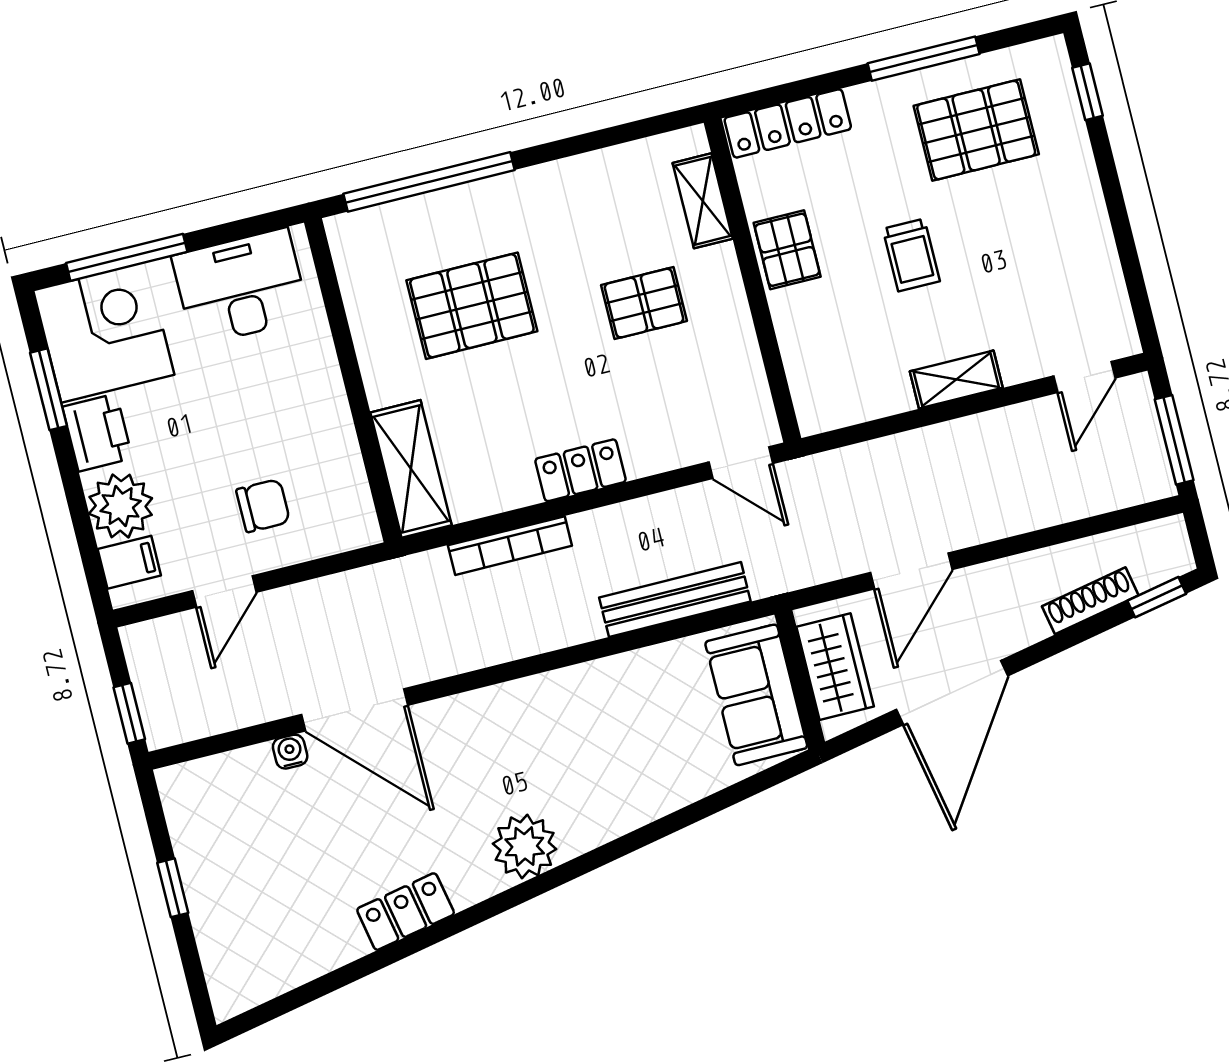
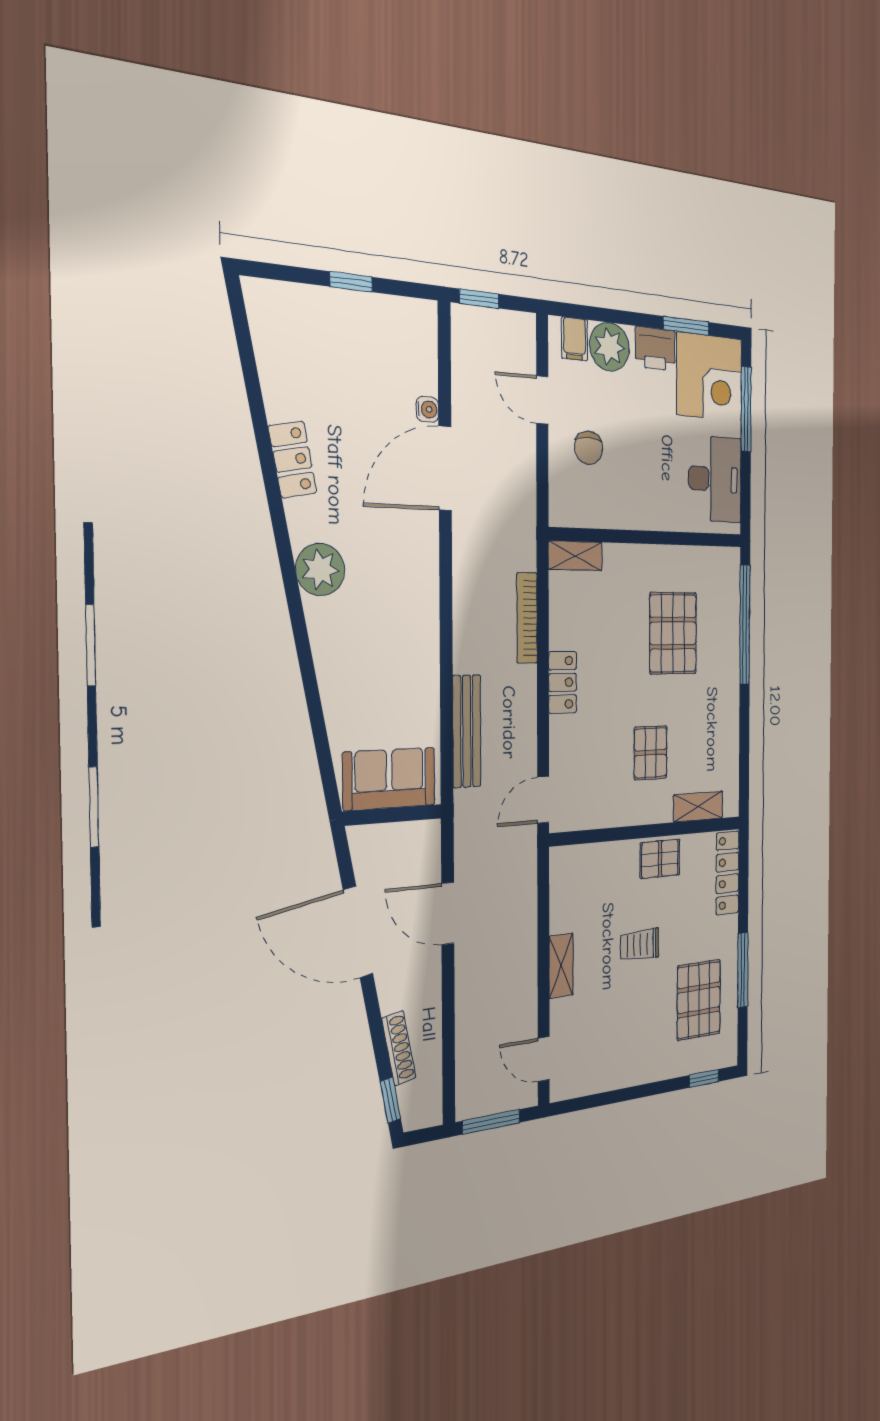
shelving: (411, 469) -> (575, 556), width x0.67, depth x0.75
wardrobe: (835, 667) -> (396, 844), removed

